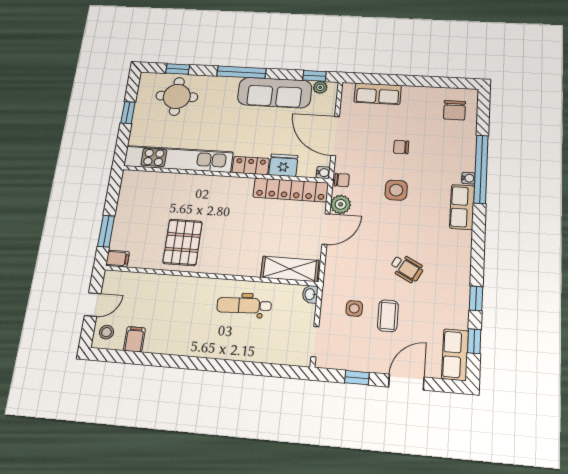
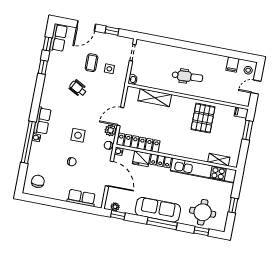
sofa: (275, 93) -> (158, 210), moved
shelving: (153, 179) -> (219, 160), added
shelving: (290, 269) -> (155, 98), moved
dental chair: (244, 305) -> (187, 76), moved

